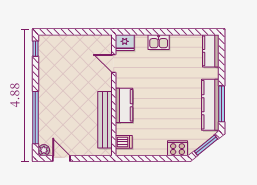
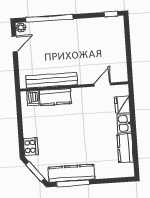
fridge: (125, 43) -> (122, 105), moved
kitchen counter: (211, 51) -> (125, 148), moved, turned -90
kitchen counter: (124, 105) -> (55, 97), moved

